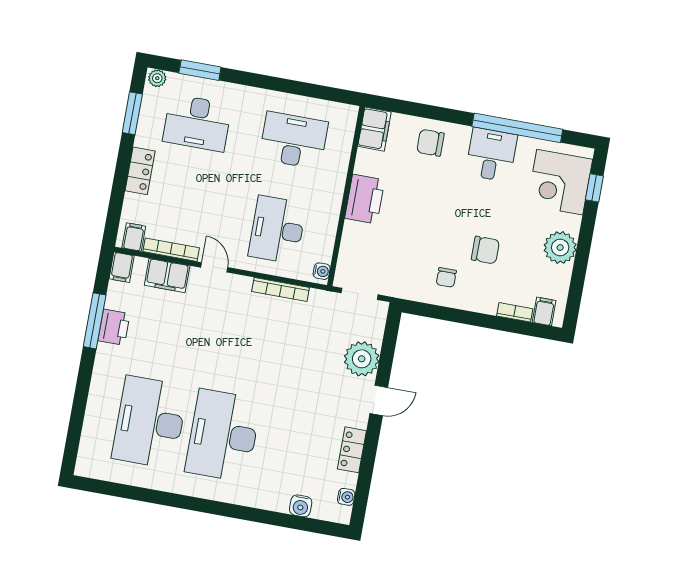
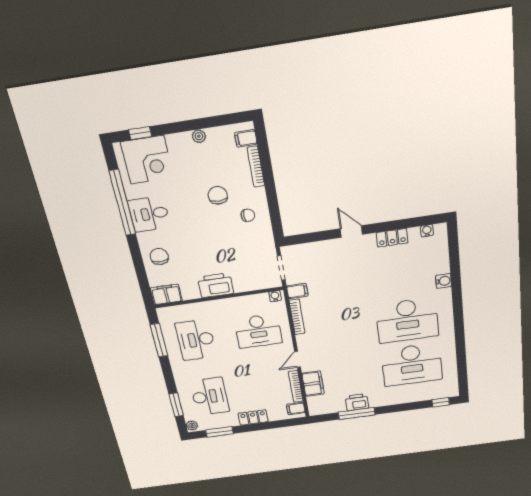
window: (311, 90) -> (159, 340), added
chair: (430, 143) -> (159, 257), turned 180
plant: (560, 248) -> (199, 136), width x0.53, depth x0.53
filing cabinet: (122, 267) -> (297, 291), moved
bookcase: (515, 312) -> (256, 167), width x1.56
plant: (362, 359) -> (326, 252), removed
window: (72, 446) -> (441, 402), added
water cooler: (301, 506) -> (444, 281), moved

